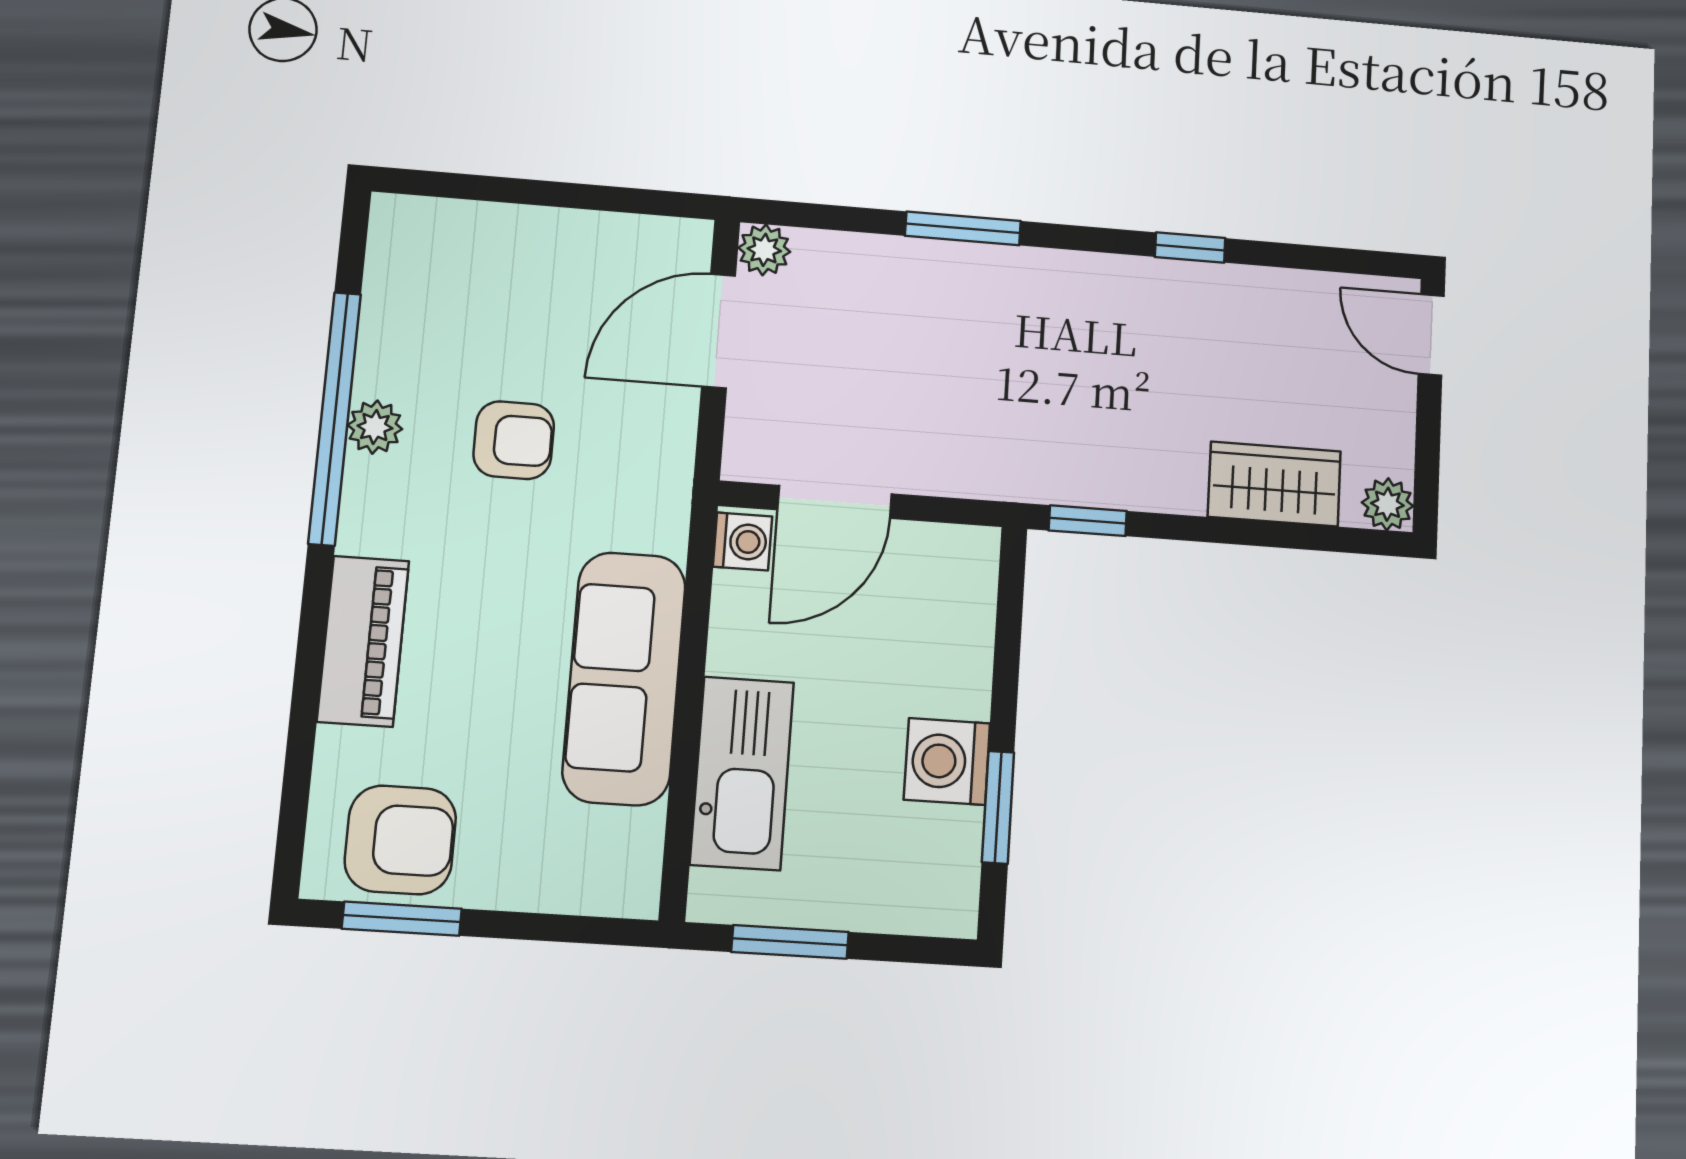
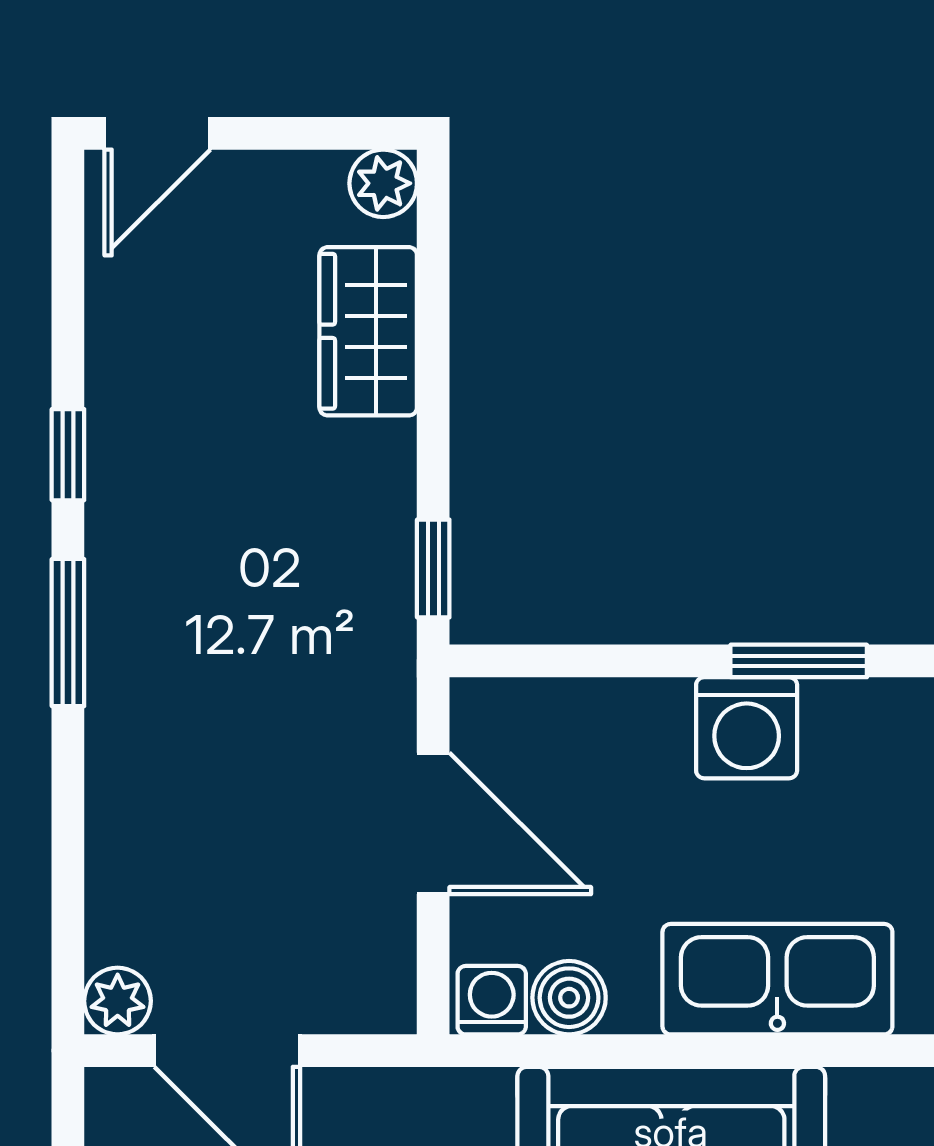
window: (963, 228) -> (68, 633), moved
door: (835, 502) -> (433, 823), moved
boiler: (740, 603) -> (569, 998), added

